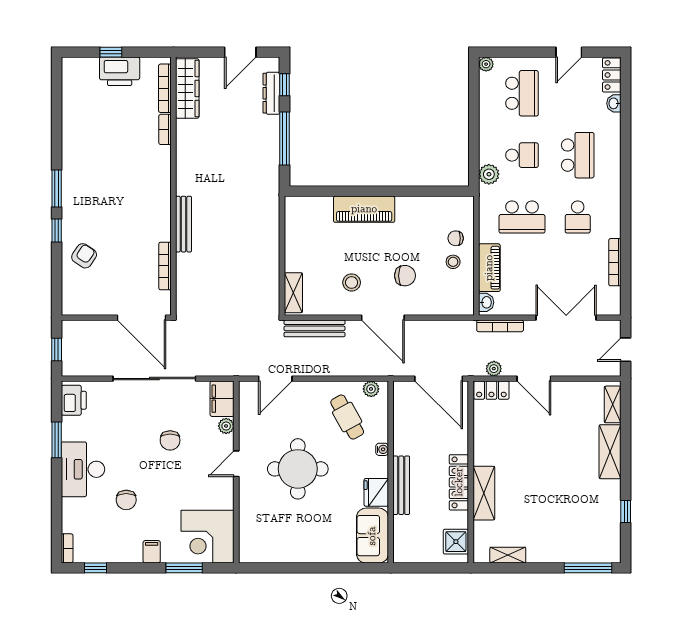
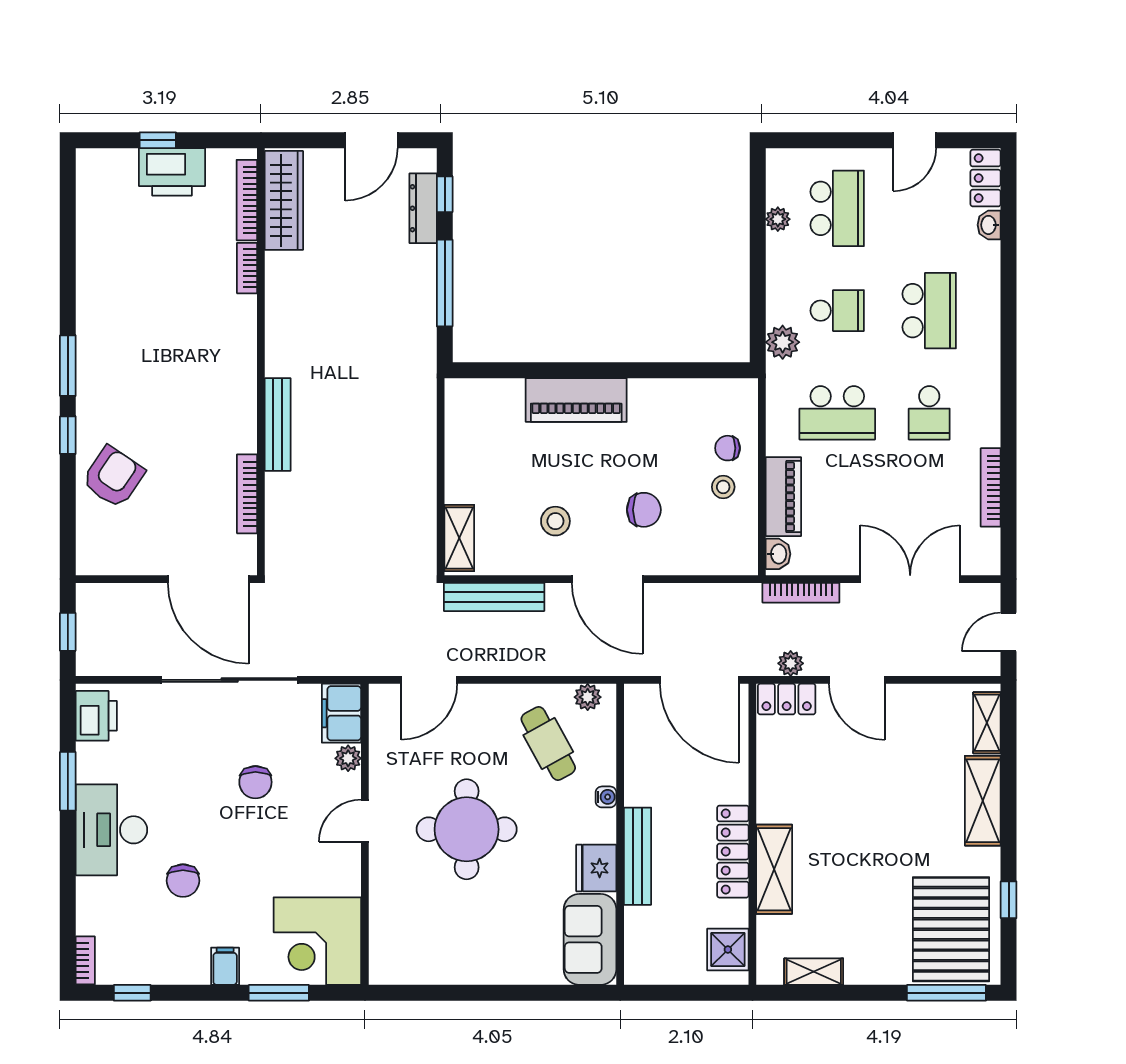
plant: (486, 64) -> (778, 219), moved
armchair: (84, 256) -> (113, 477), width x1.38, depth x1.38
pallet: (591, 529) -> (951, 929), added

